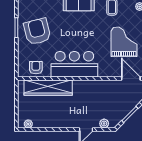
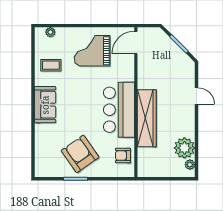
armchair: (37, 32) -> (80, 154), turned 69
wardrobe: (48, 88) -> (147, 118), moved
plant: (104, 123) -> (184, 148), moved, width x1.87, depth x1.87

